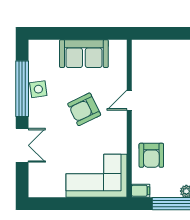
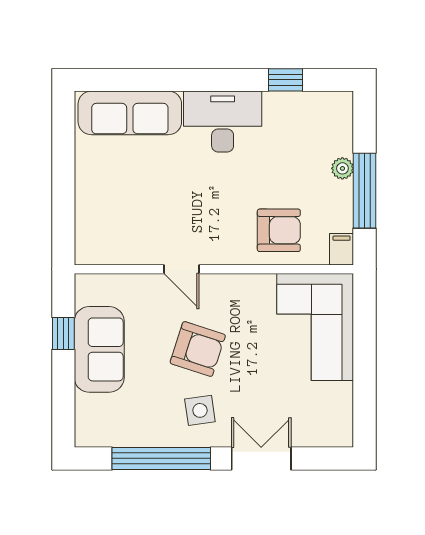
window: (93, 33) -> (63, 333), added
side table: (38, 89) -> (200, 410), moved
armchair: (84, 109) -> (198, 349), turned -46

